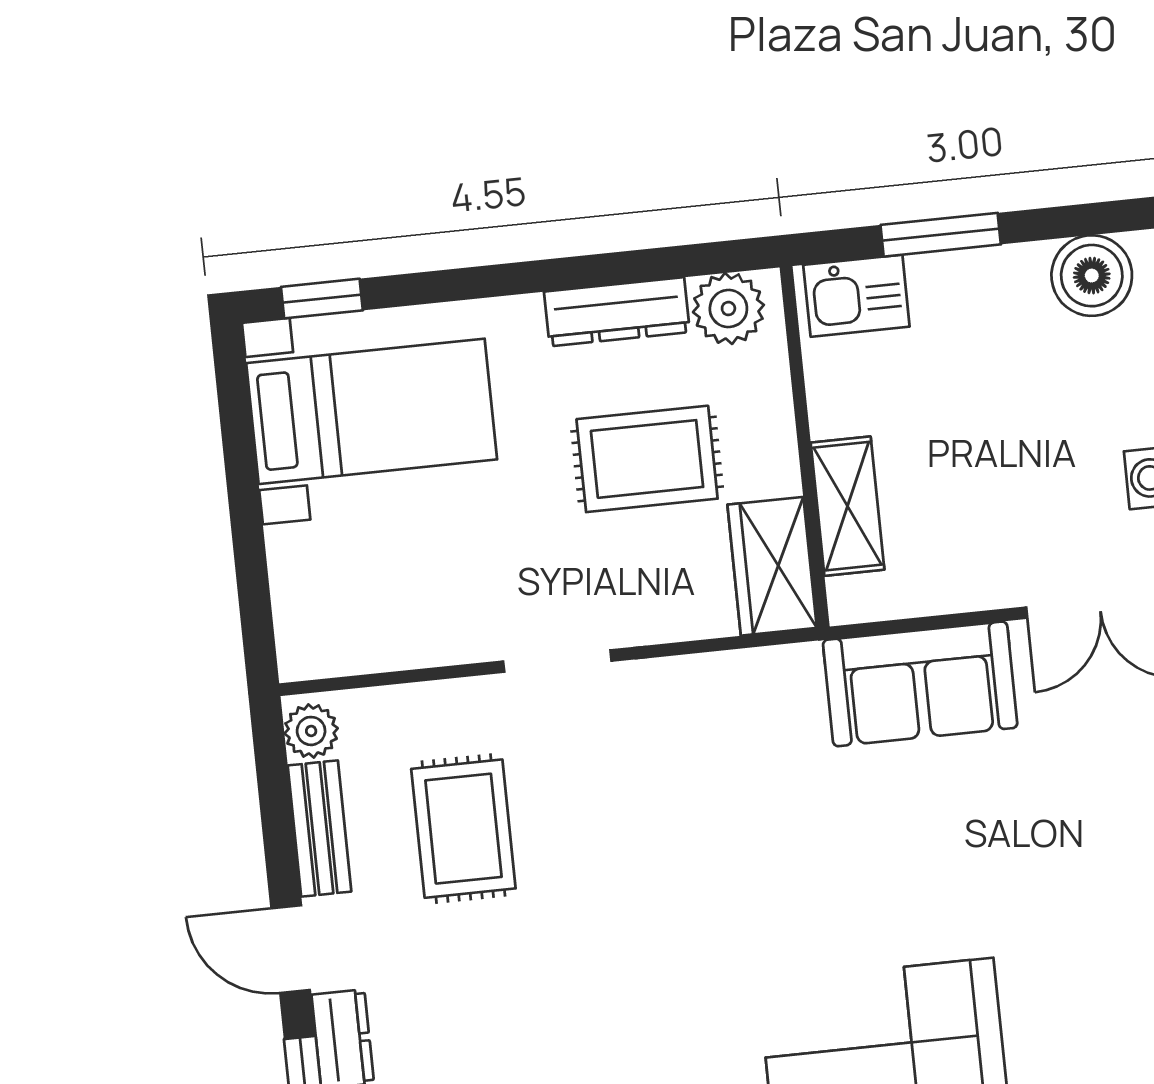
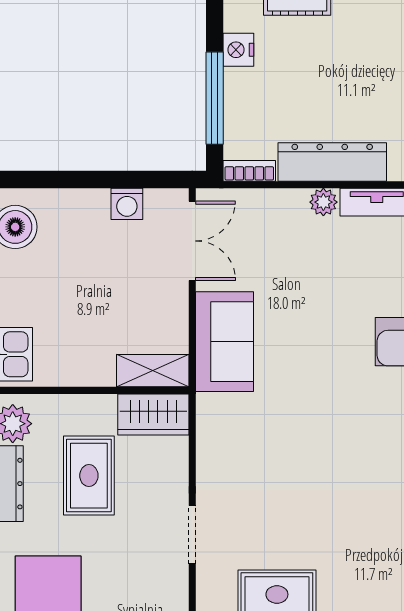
shelving: (847, 506) -> (153, 371), moved

